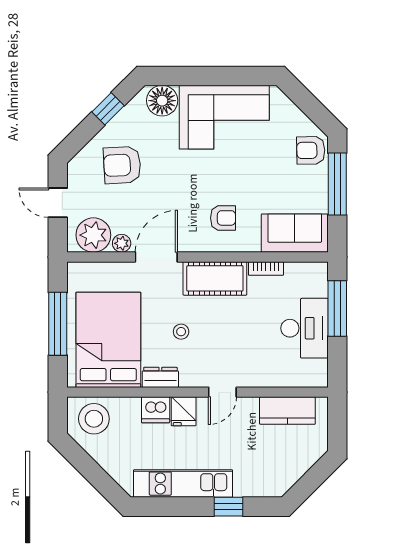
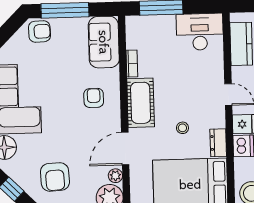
armchair: (311, 150) -> (39, 31), turned -91
door: (156, 257) -> (125, 149), hinge flipped
desk: (305, 328) -> (200, 32), moved

